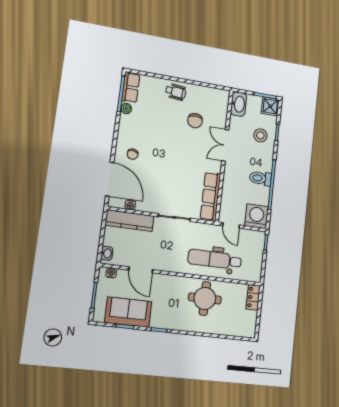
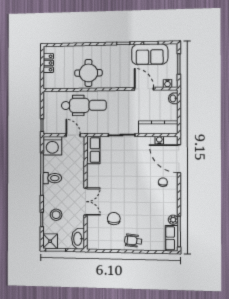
row of seats: (210, 196) -> (93, 150), width x0.68
locker: (253, 297) -> (48, 63), moved

